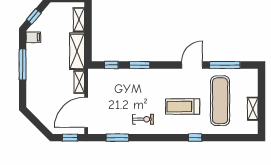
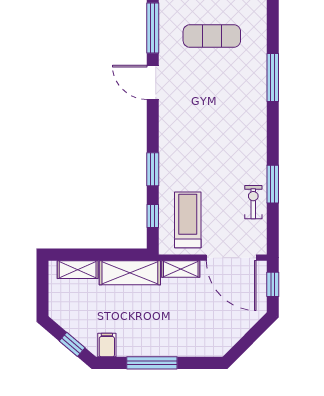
exercise mat: (220, 101) -> (212, 36), width x0.73, depth x0.69
treadmill: (183, 107) -> (188, 220), moved, turned 180
exercise bike: (143, 119) -> (253, 202), moved
window: (117, 138) -> (273, 184), moved
window: (195, 138) -> (273, 77), width x2.17

